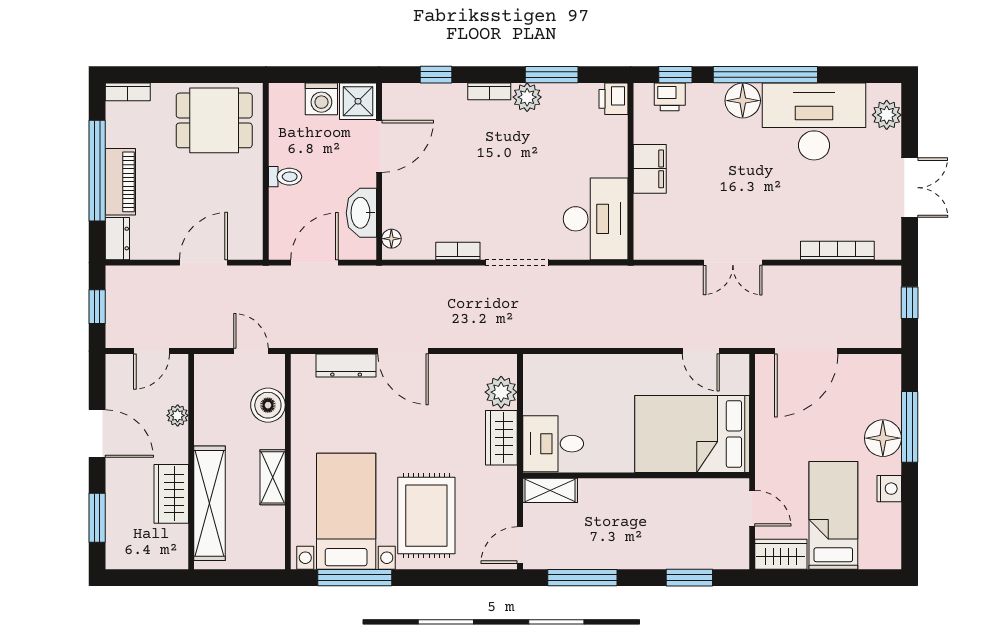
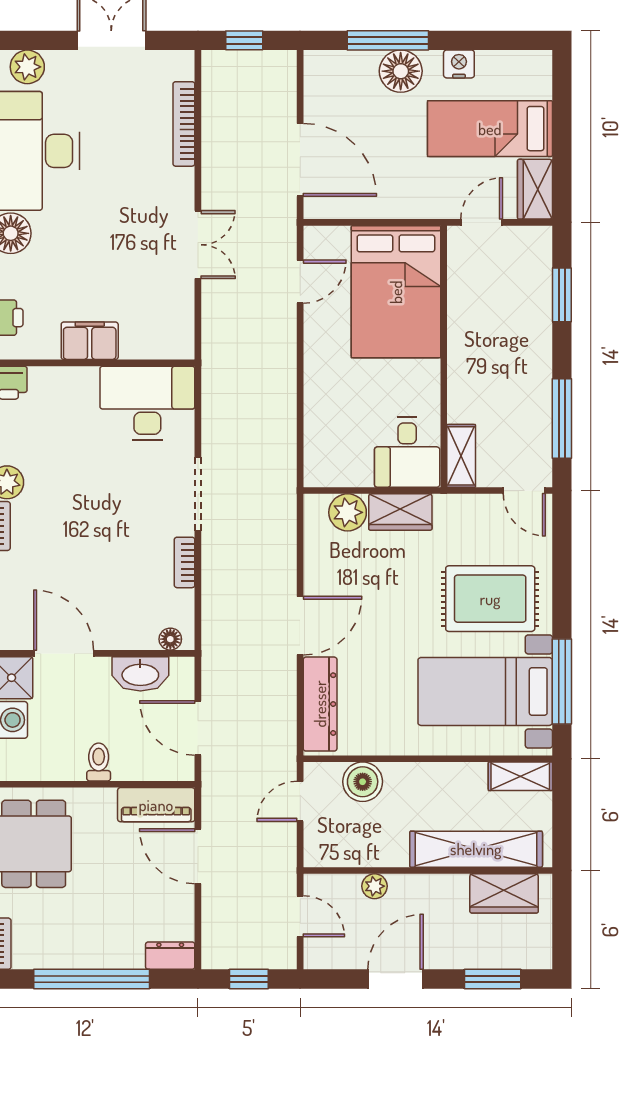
piano: (120, 182) -> (156, 805), moved, turned 180
dresser: (346, 365) -> (320, 704), width x1.37, depth x1.24
shelving: (273, 477) -> (520, 776), moved
wardrobe: (171, 494) -> (504, 893), moved

